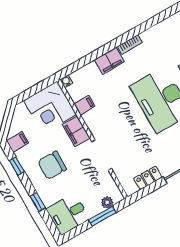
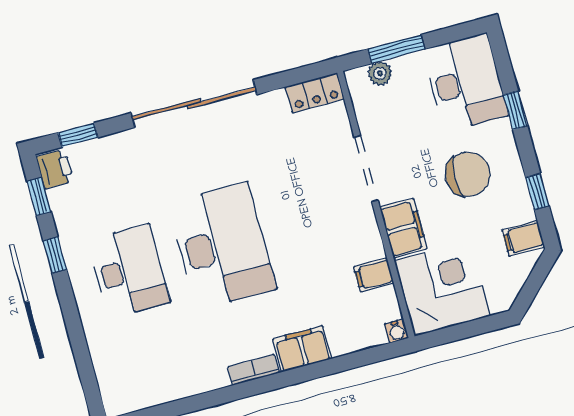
locker: (148, 178) -> (315, 93), moved
desk: (68, 214) -> (465, 83), width x1.37

